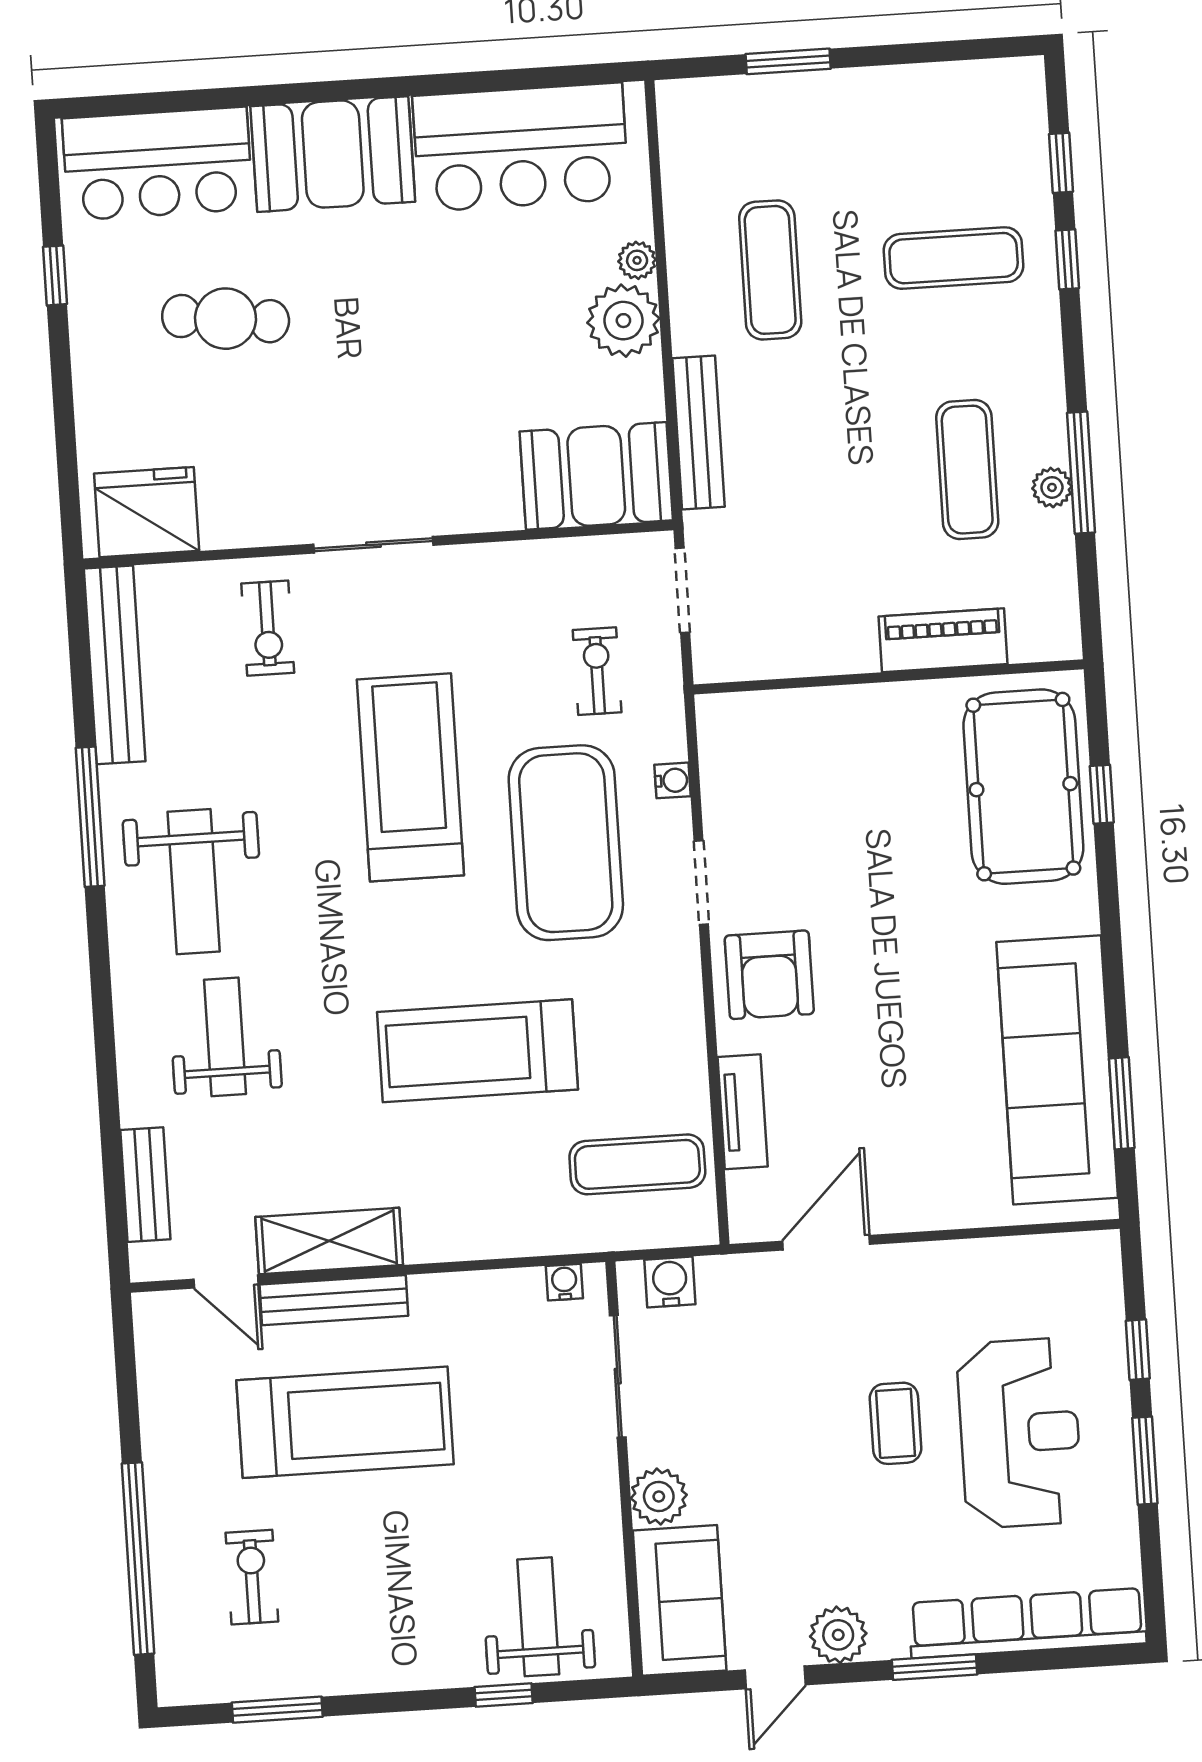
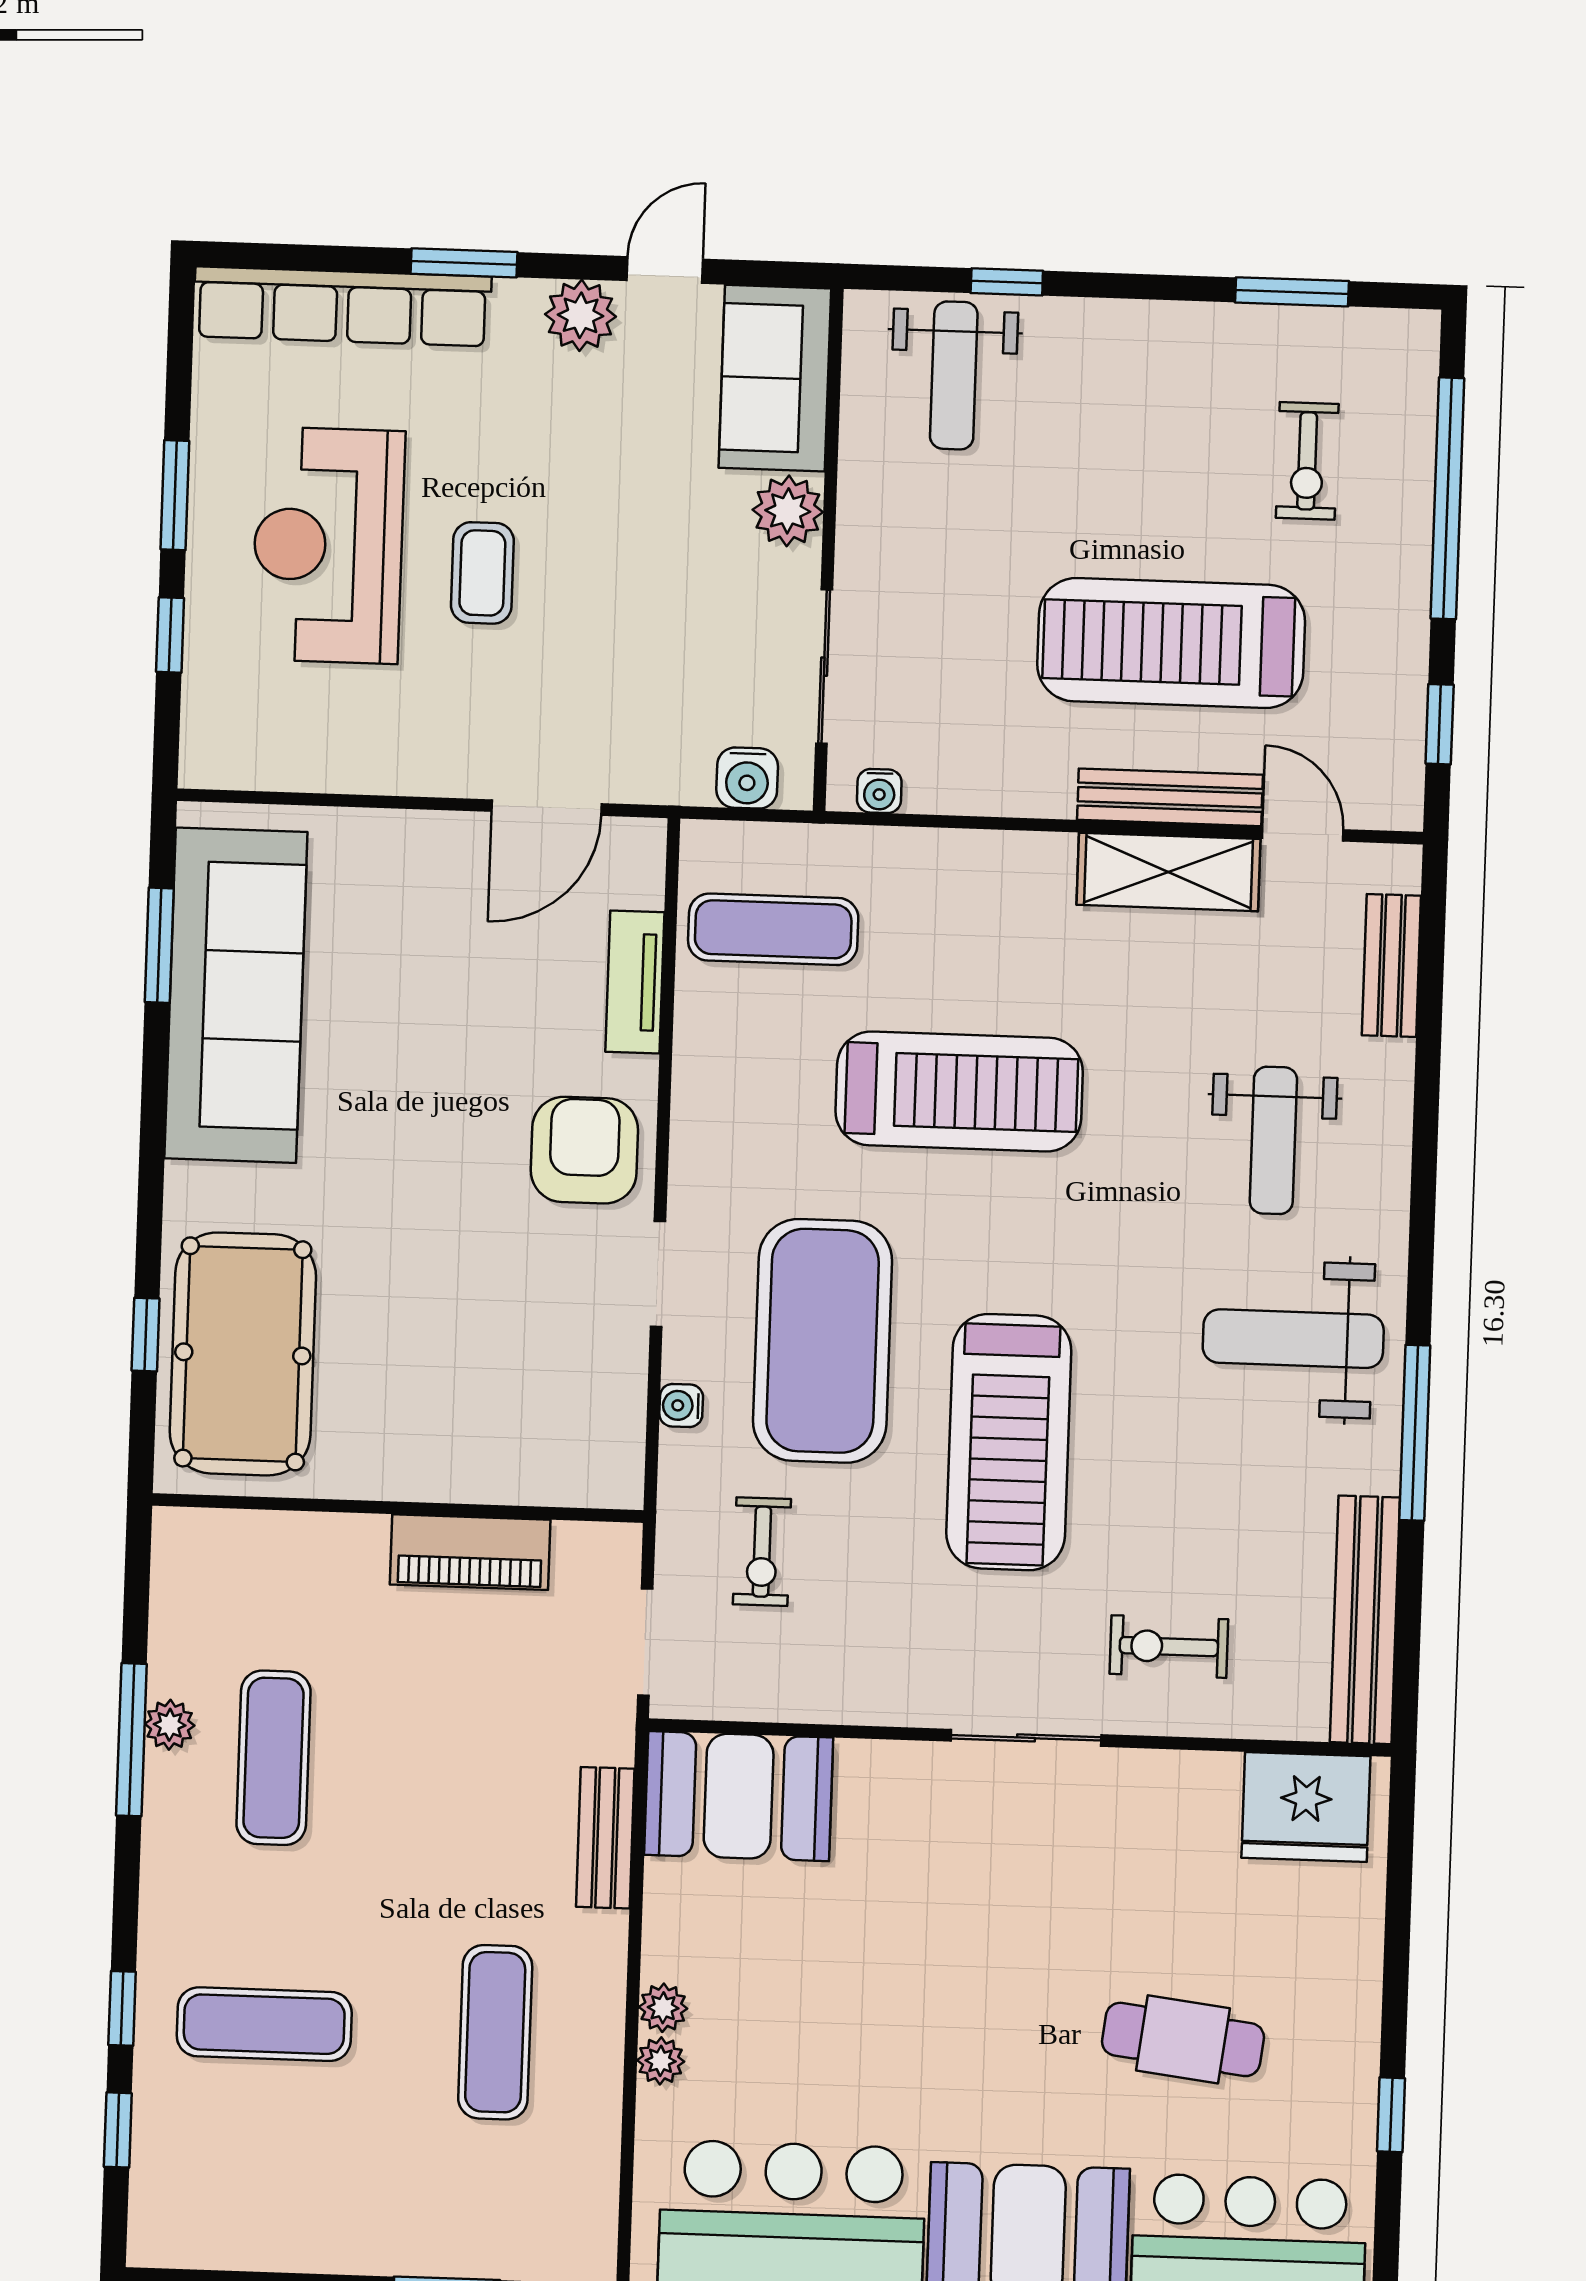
plant: (623, 321) -> (663, 2008), width x0.53, depth x0.53
bench: (698, 432) -> (605, 1838), width x0.73
exercise bike: (268, 628) -> (1169, 1647), turned -90
piano: (943, 640) -> (470, 1552), moved
weight bench: (194, 882) -> (1293, 1339), turned -90
window: (126, 1379) -> (1440, 724), added

